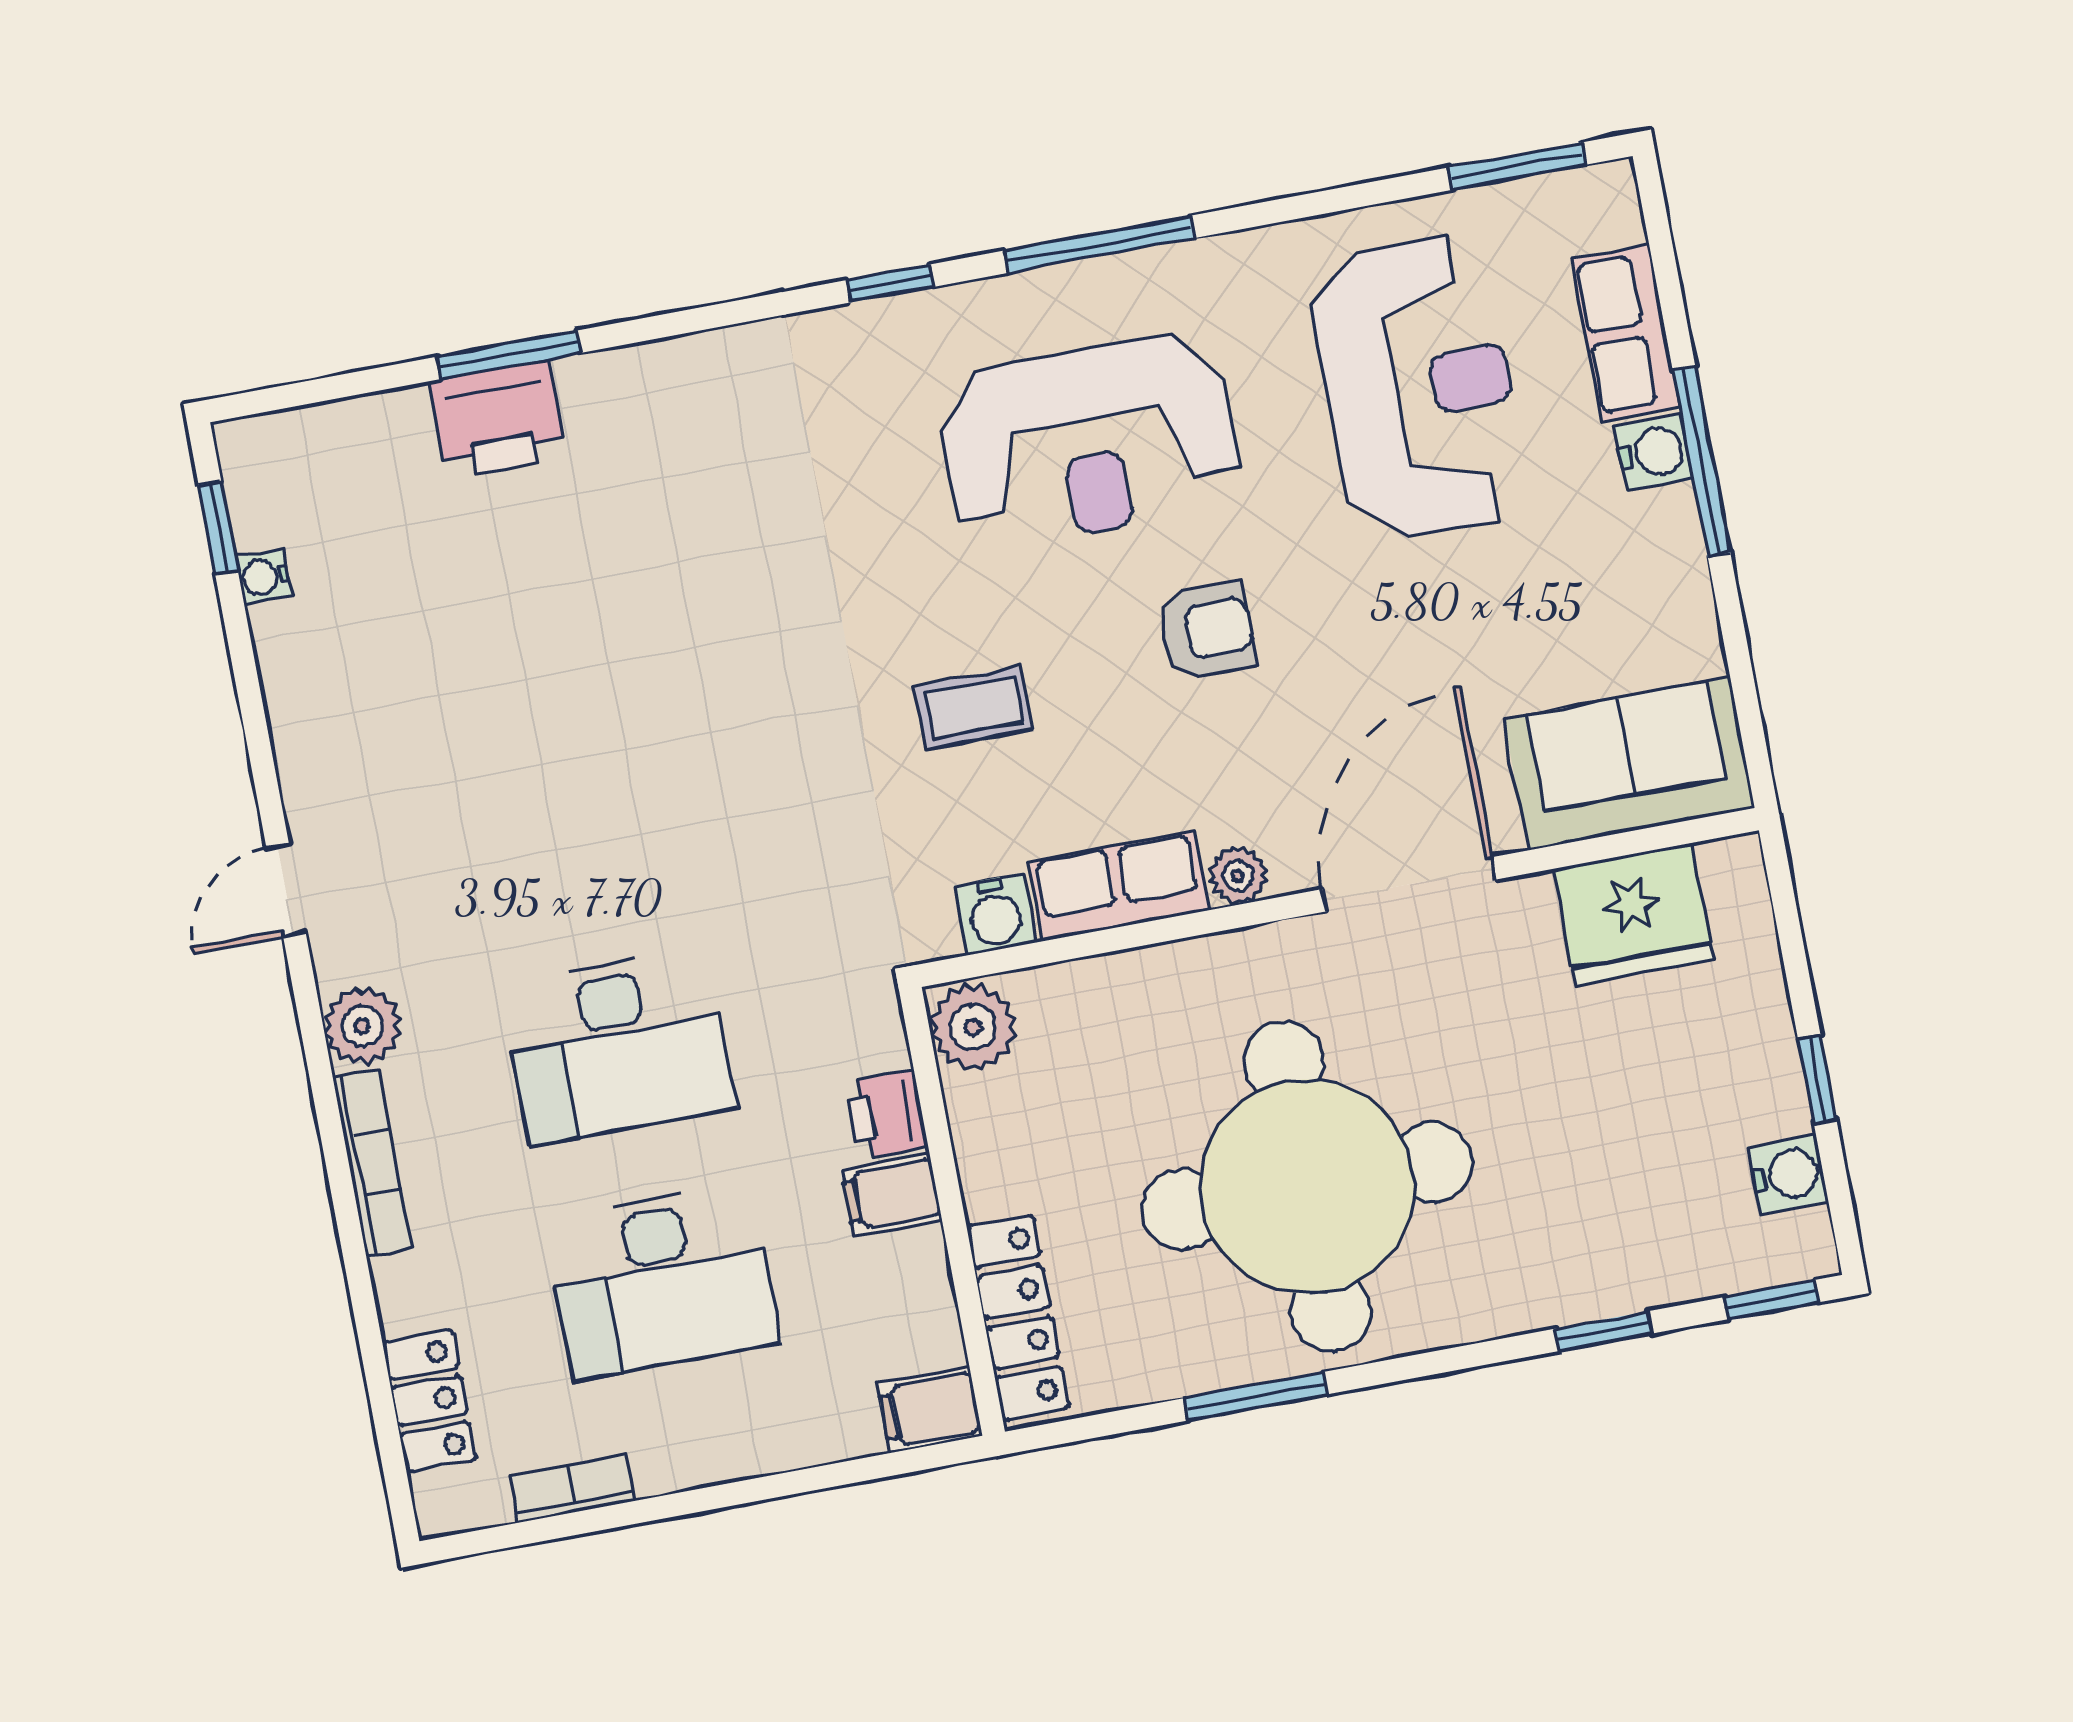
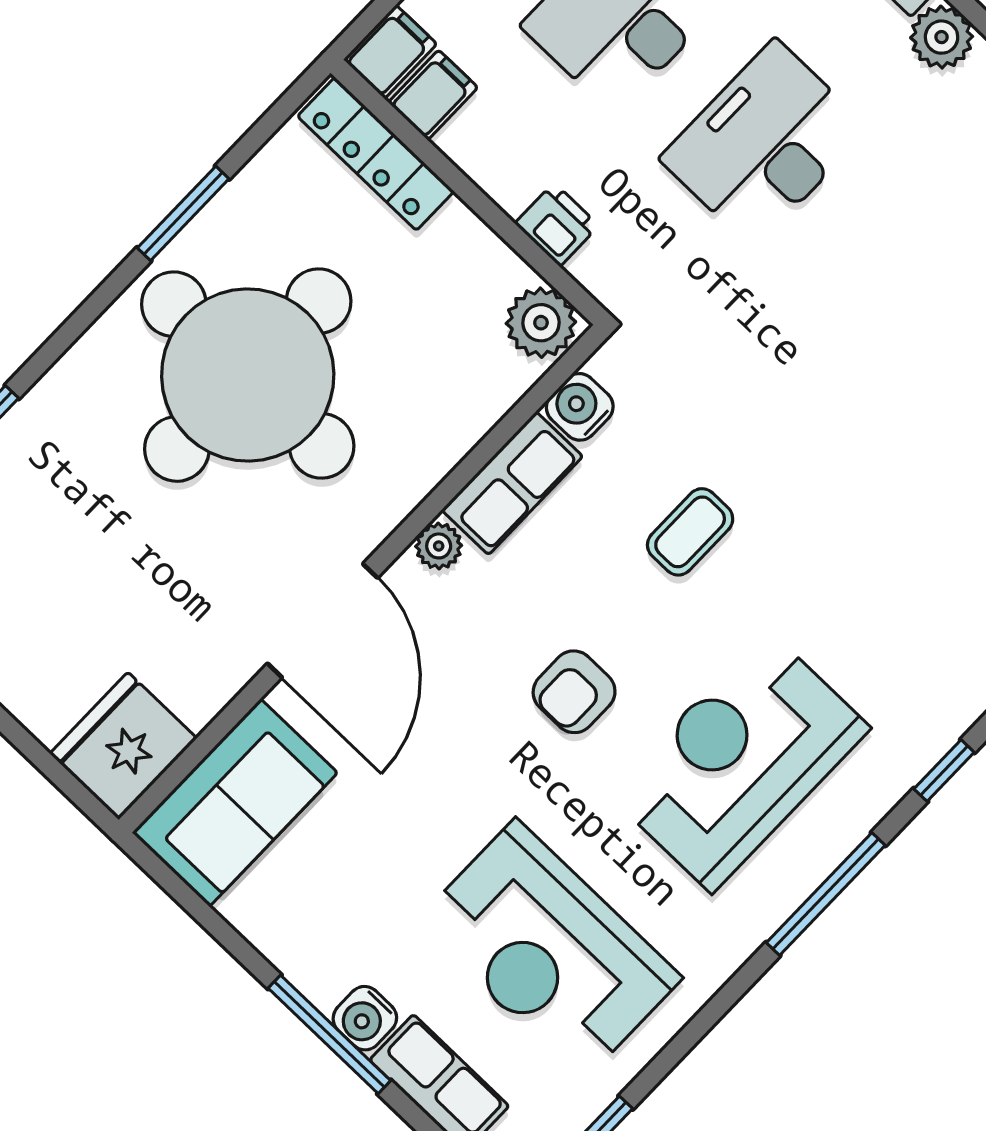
fridge: (1633, 914) -> (123, 746), moved
filing cabinet: (891, 1194) -> (433, 95), moved

